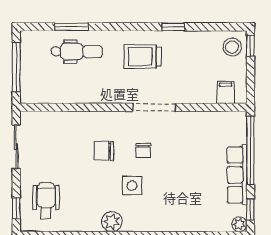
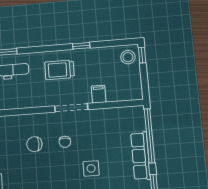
filing cabinet: (226, 92) -> (99, 94), moved
side table: (132, 186) -> (91, 168), moved

